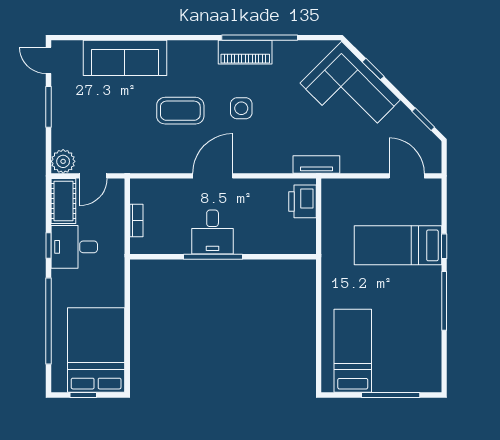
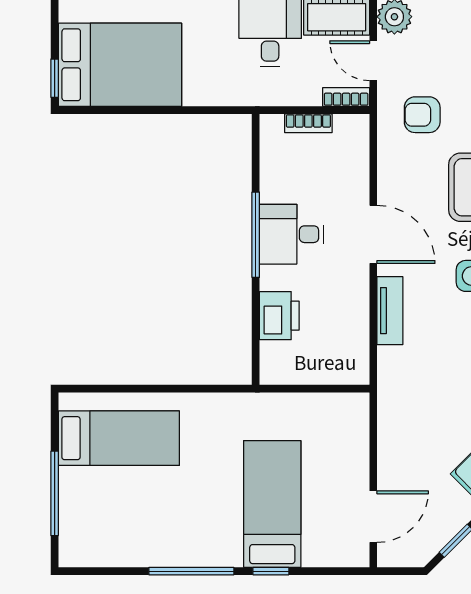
armchair: (130, 142) -> (422, 115), added
tv unit: (316, 164) -> (390, 311), moved
bookcase: (118, 195) -> (346, 97), added
printer: (302, 201) -> (279, 316), moved, turned 90
window: (83, 395) -> (55, 78), moved

